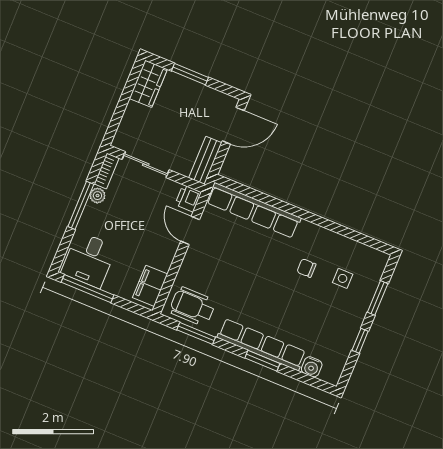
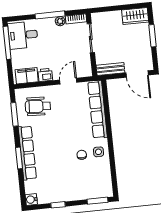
printer: (188, 198) -> (45, 75), moved
side table: (343, 278) -> (98, 152), moved
window: (378, 298) -> (97, 201), moved
wheelchair: (193, 306) -> (38, 106), moved, turned -87
water cooler: (312, 367) -> (31, 200), moved

